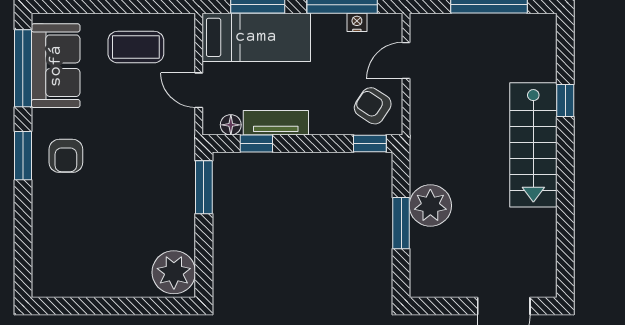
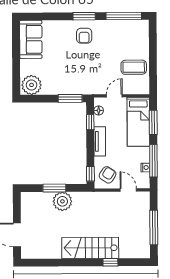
coffee table: (136, 47) -> (134, 67), turned 90
sofa: (56, 66) -> (31, 39), moved, turned -90
tv unit: (276, 123) -> (100, 141), moved
armchair: (66, 156) -> (84, 36), turned -90

